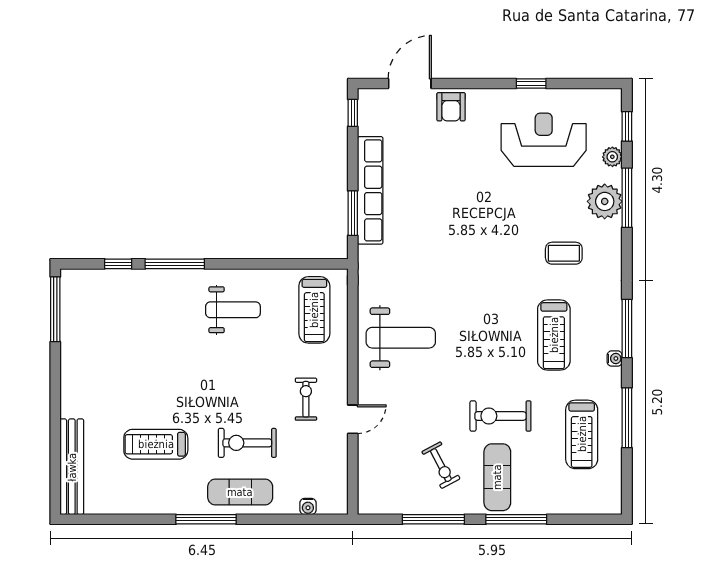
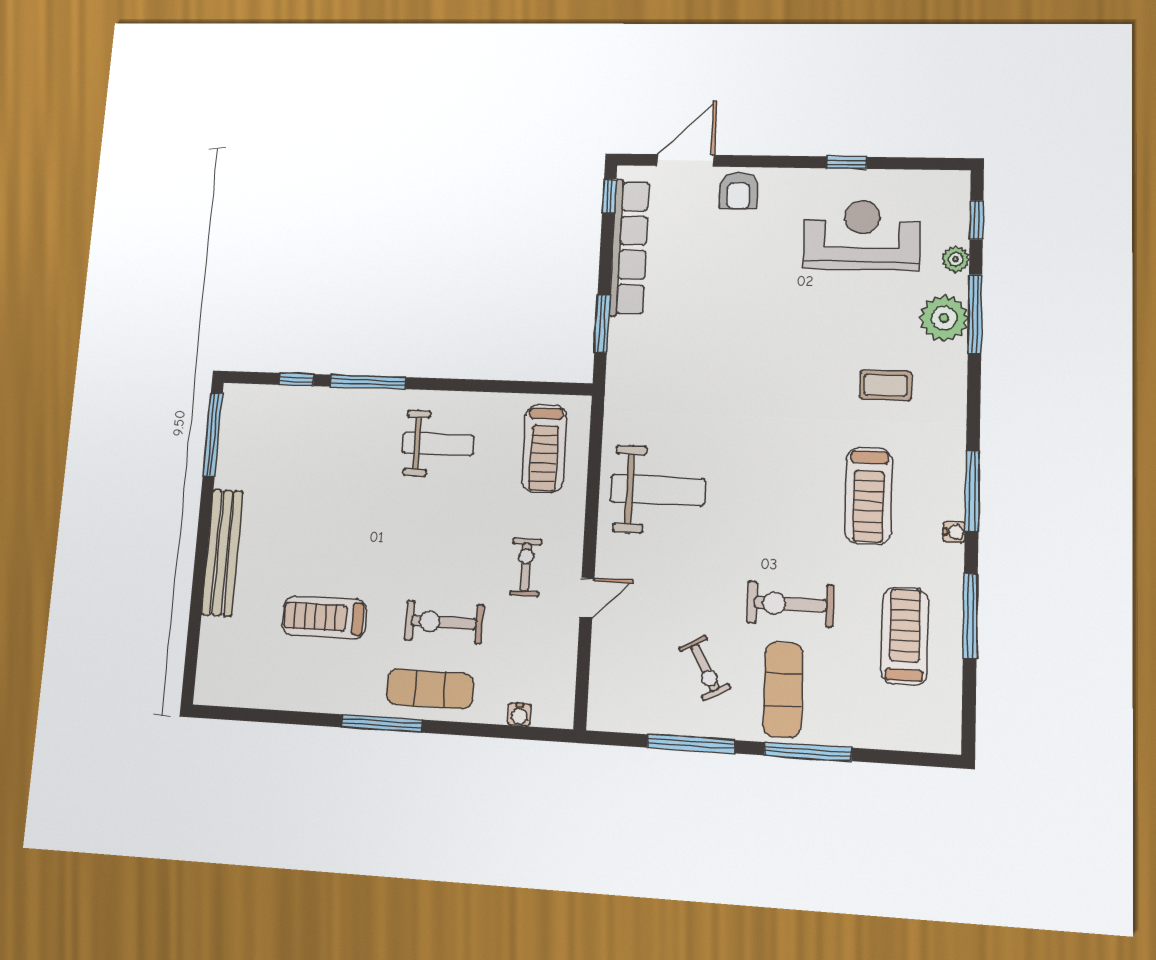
row of seats: (370, 190) -> (629, 248), moved
treadmill: (582, 434) -> (905, 636), turned 180
bench: (72, 467) -> (222, 553), moved

